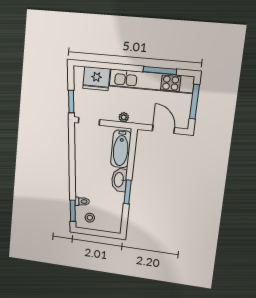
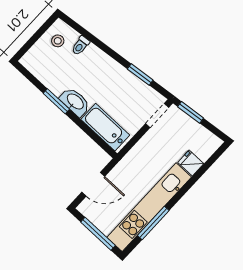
fridge: (96, 79) -> (191, 163), width x0.53, depth x0.75
plant: (124, 117) -> (135, 154), removed
window: (73, 211) -> (140, 75), moved

